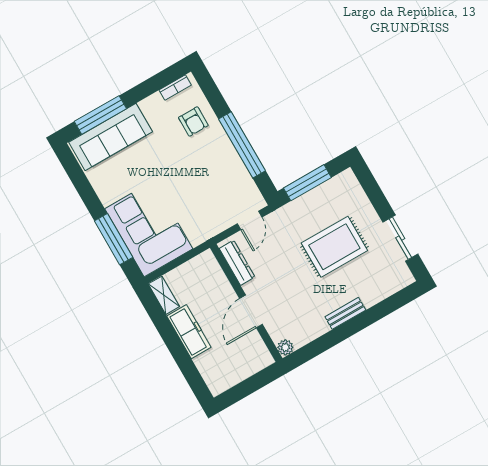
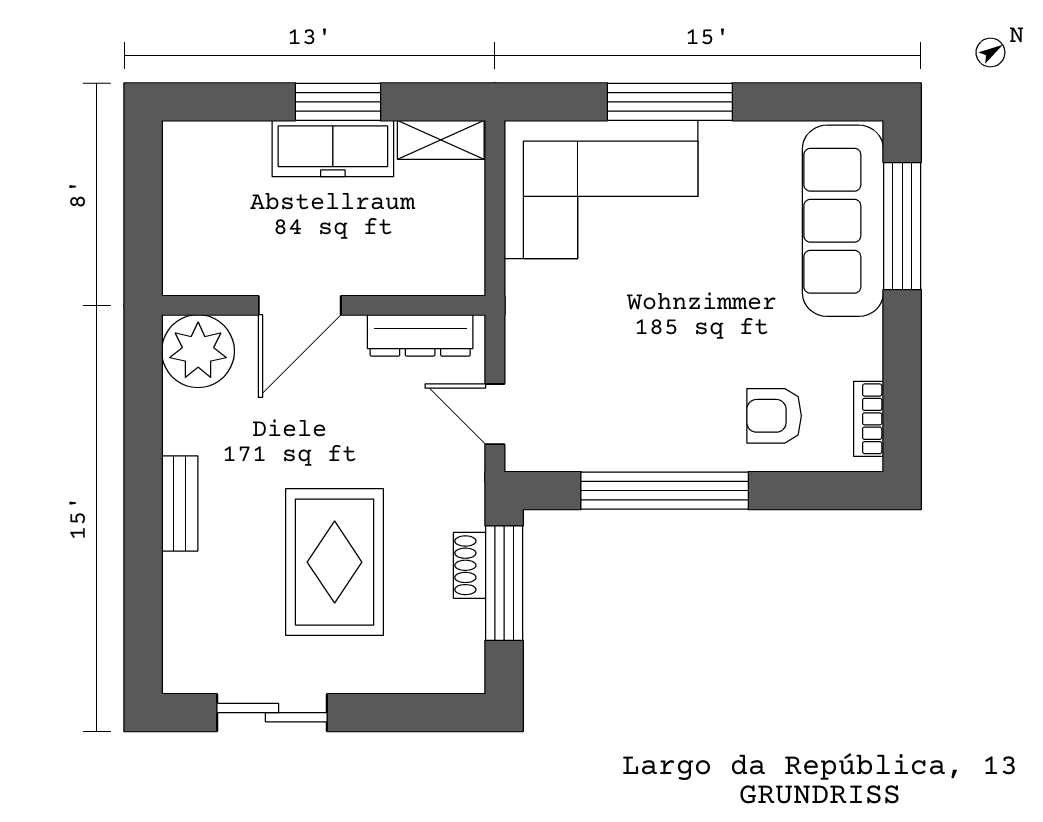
shoe rack: (308, 199) -> (470, 565), added
window: (114, 239) -> (670, 102), moved
door: (251, 311) -> (300, 305), swing flipped
window: (171, 339) -> (338, 102), added
plant: (285, 347) -> (198, 351), width x1.88, depth x1.88

